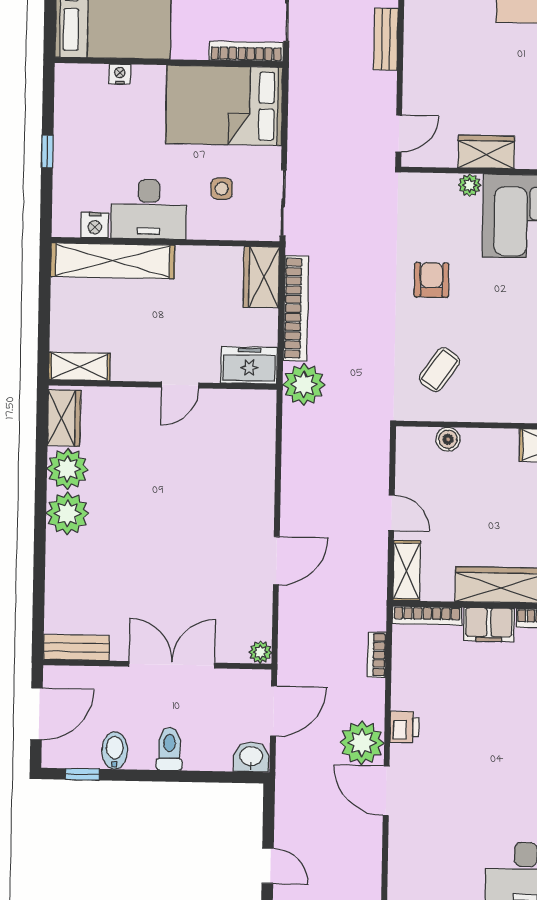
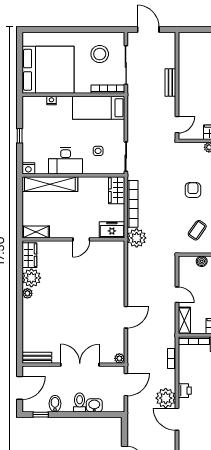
bed: (224, 105) -> (99, 108), width x0.67
nightstand: (95, 225) -> (28, 168), moved
plant: (68, 513) -> (27, 293), width x0.53, depth x0.53
washbasin: (251, 757) -> (94, 405), moved

